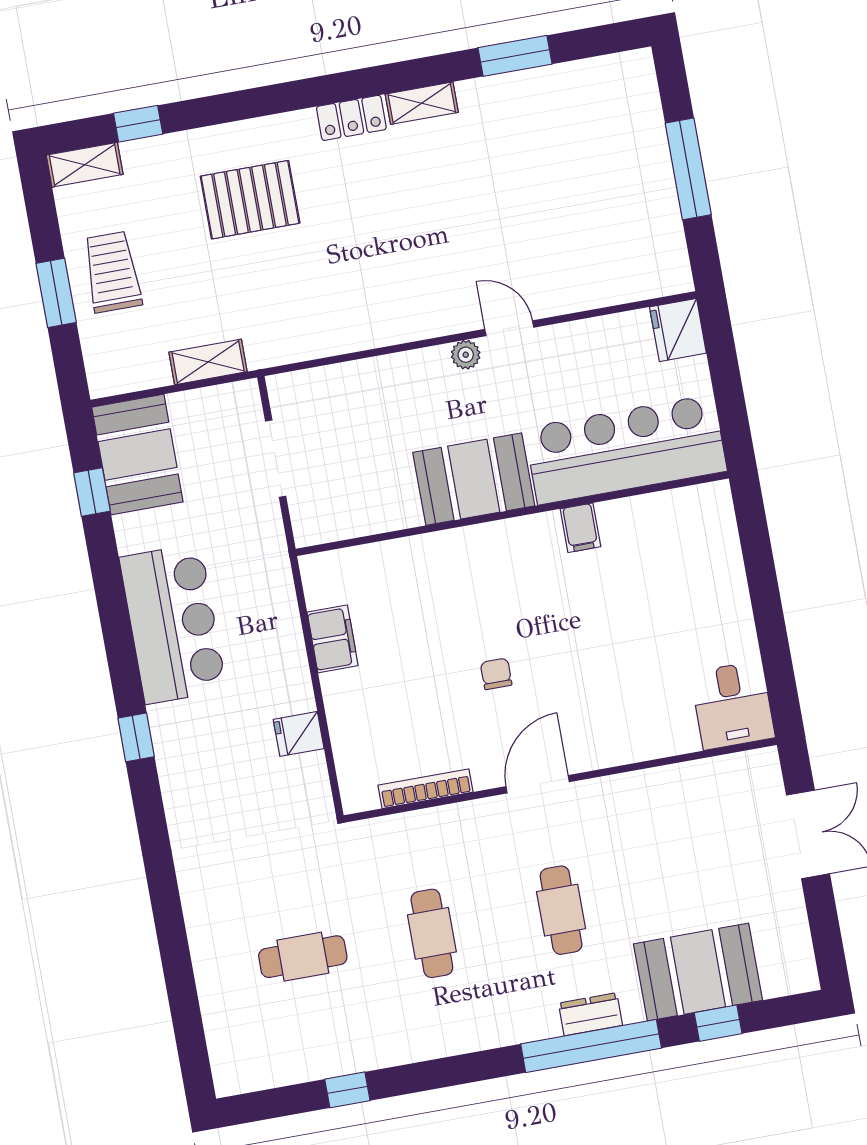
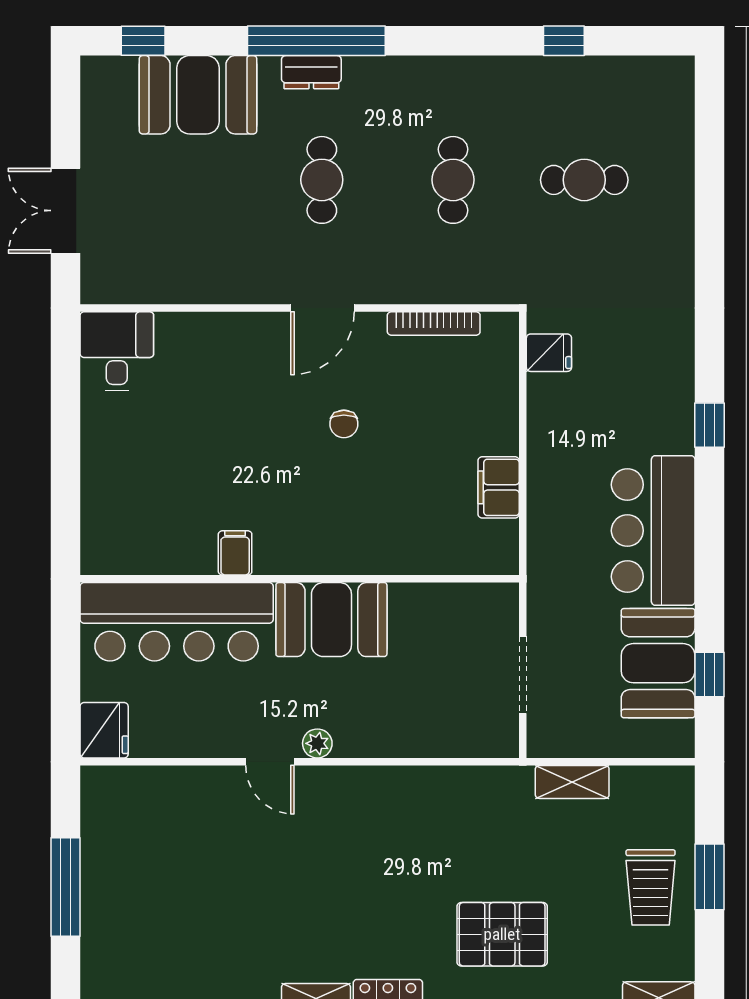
booth: (137, 455) -> (658, 663), moved
fridge: (299, 734) -> (549, 353), moved
window: (718, 1023) -> (143, 41), moved

